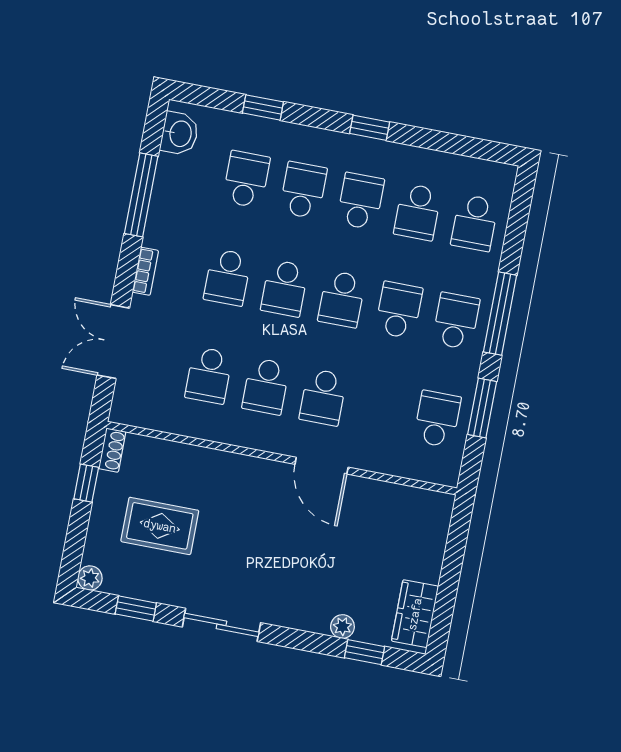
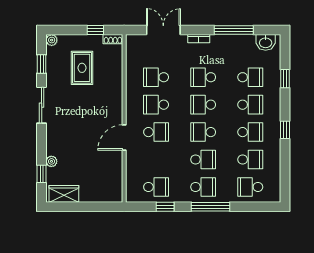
school desk: (418, 212) -> (250, 160), turned 180
school desk: (323, 397) -> (156, 132), turned 180
window: (482, 408) -> (165, 207), width x0.67

